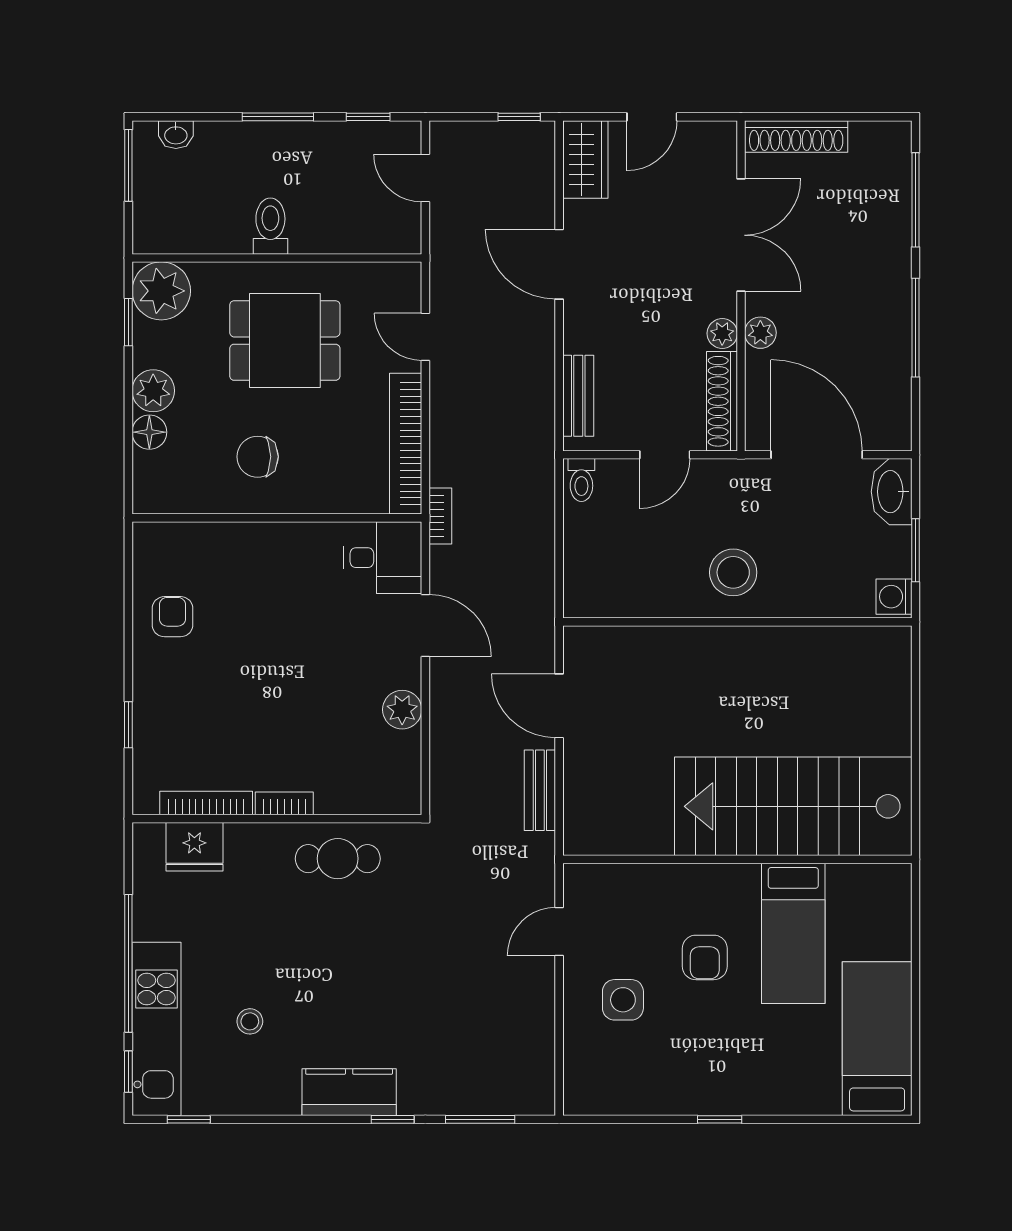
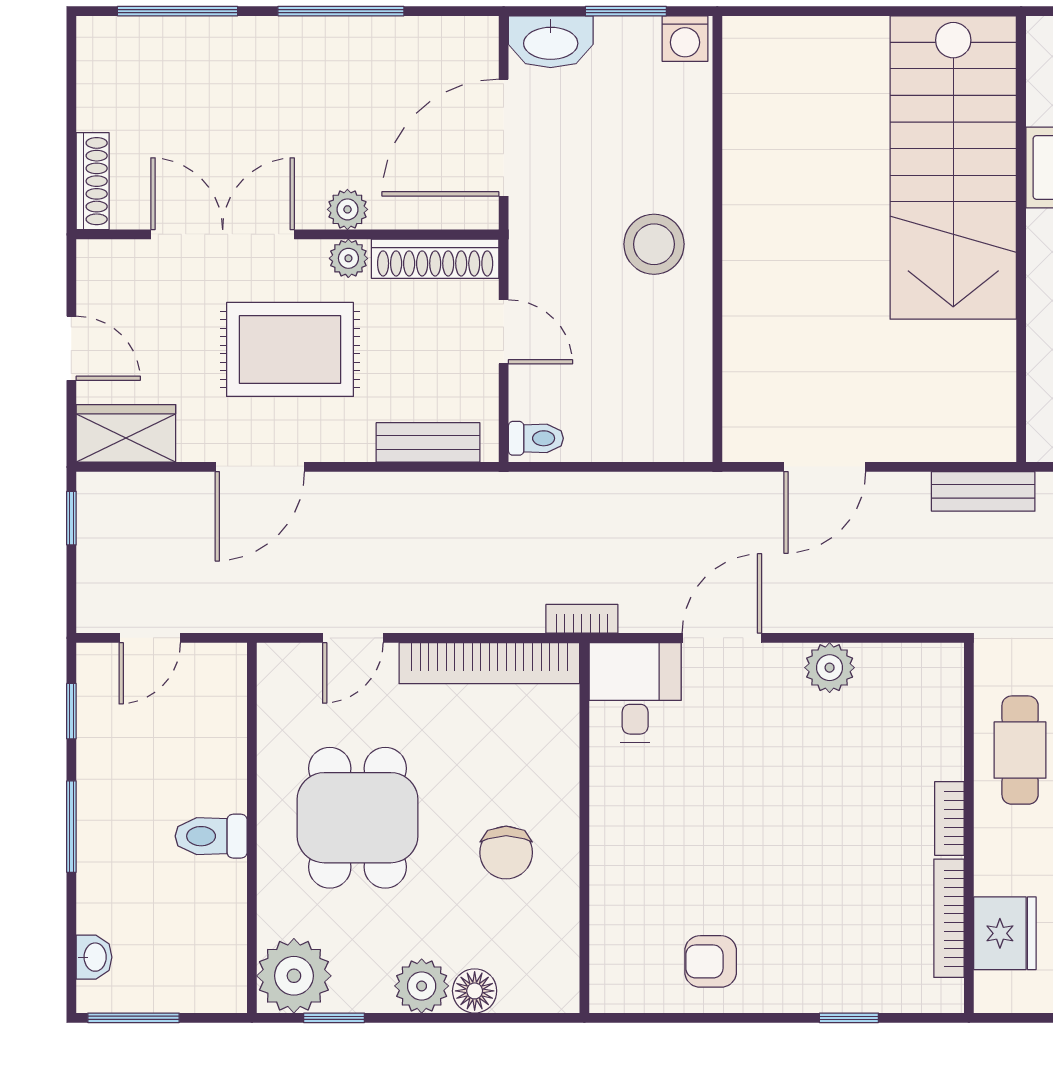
shoe rack: (796, 137) -> (93, 181), width x0.74, depth x0.81
rug: (651, 288) -> (290, 349), added
bench: (540, 790) -> (983, 491), moved

